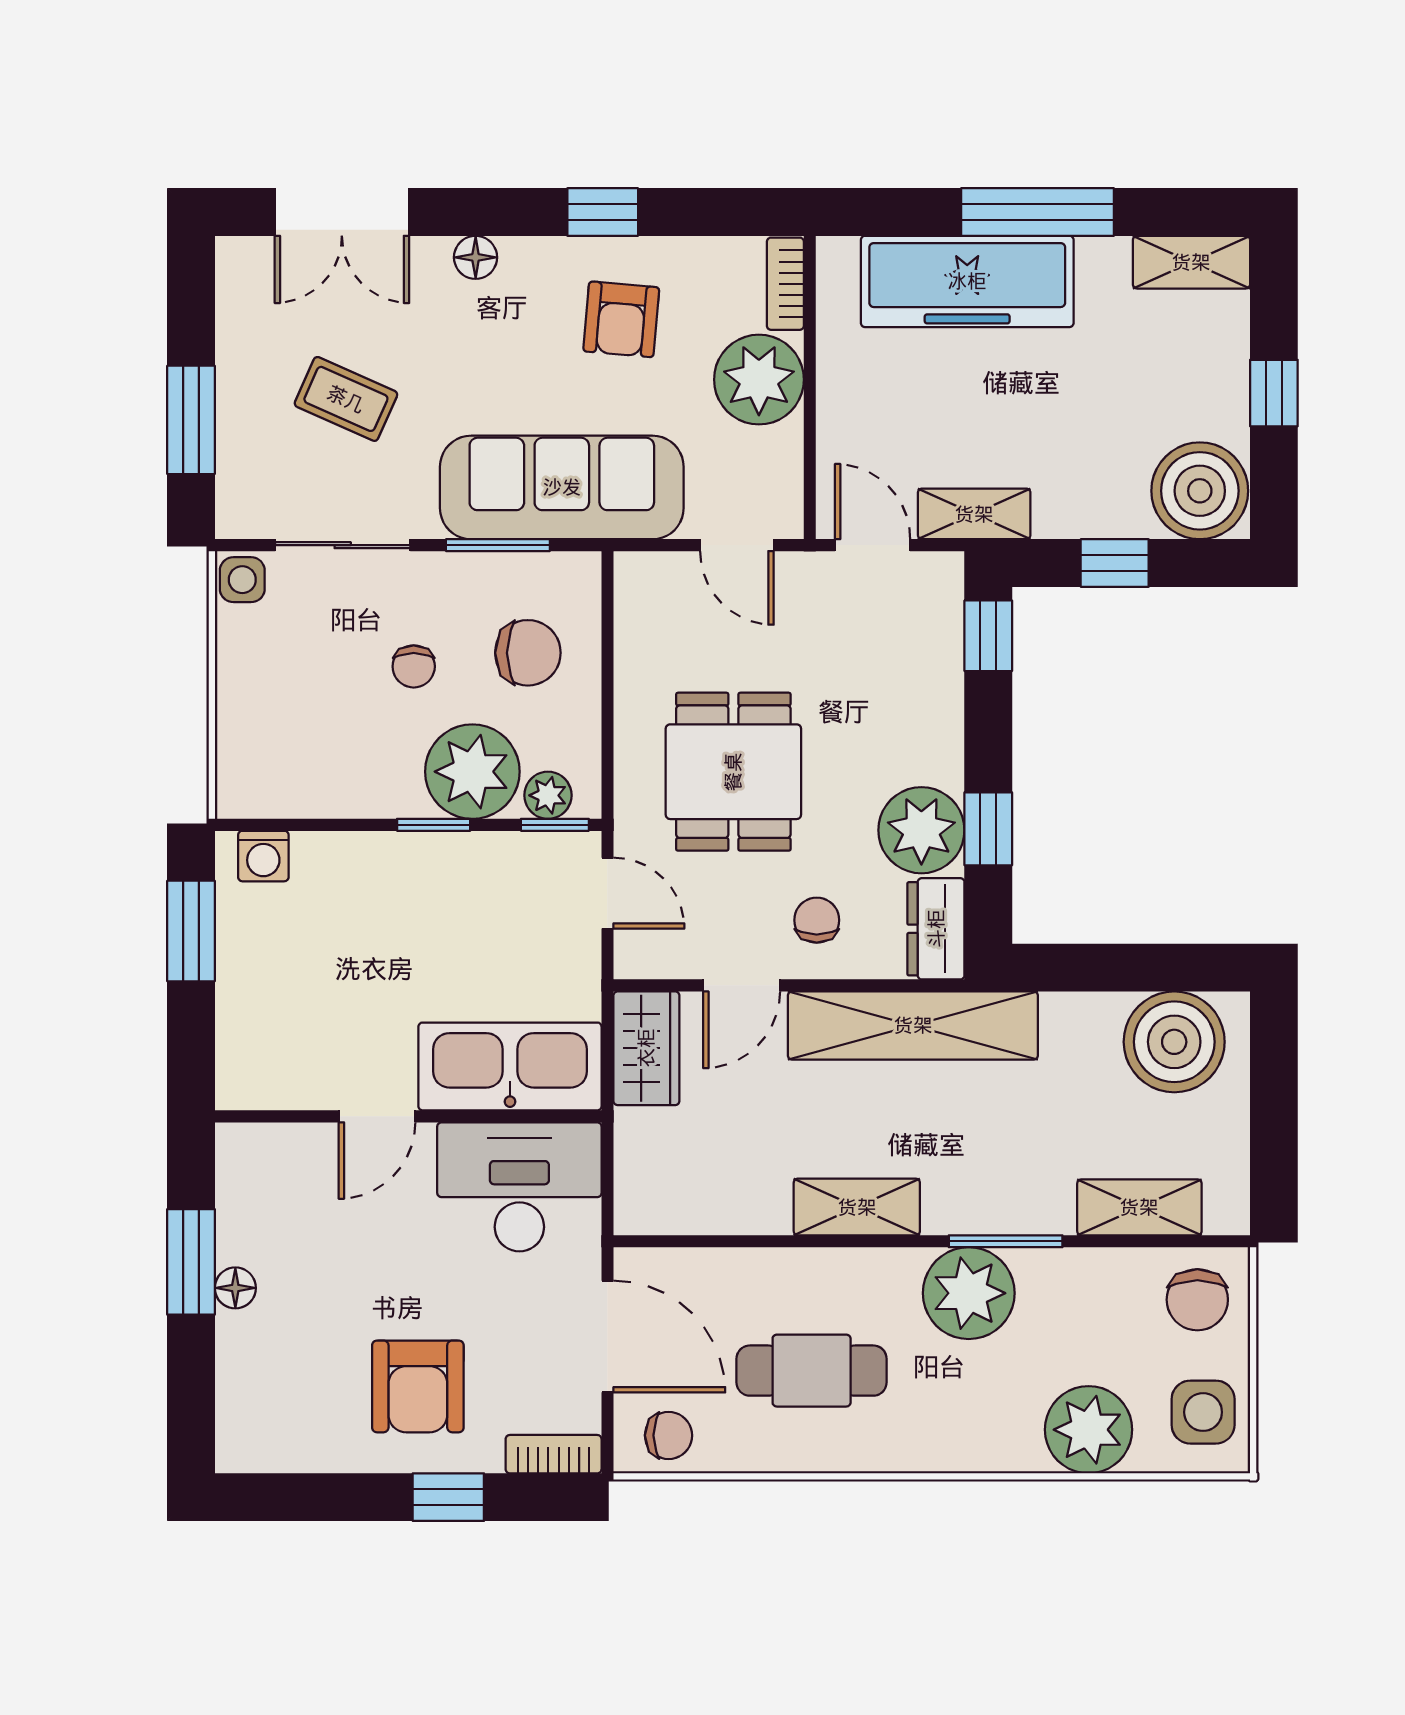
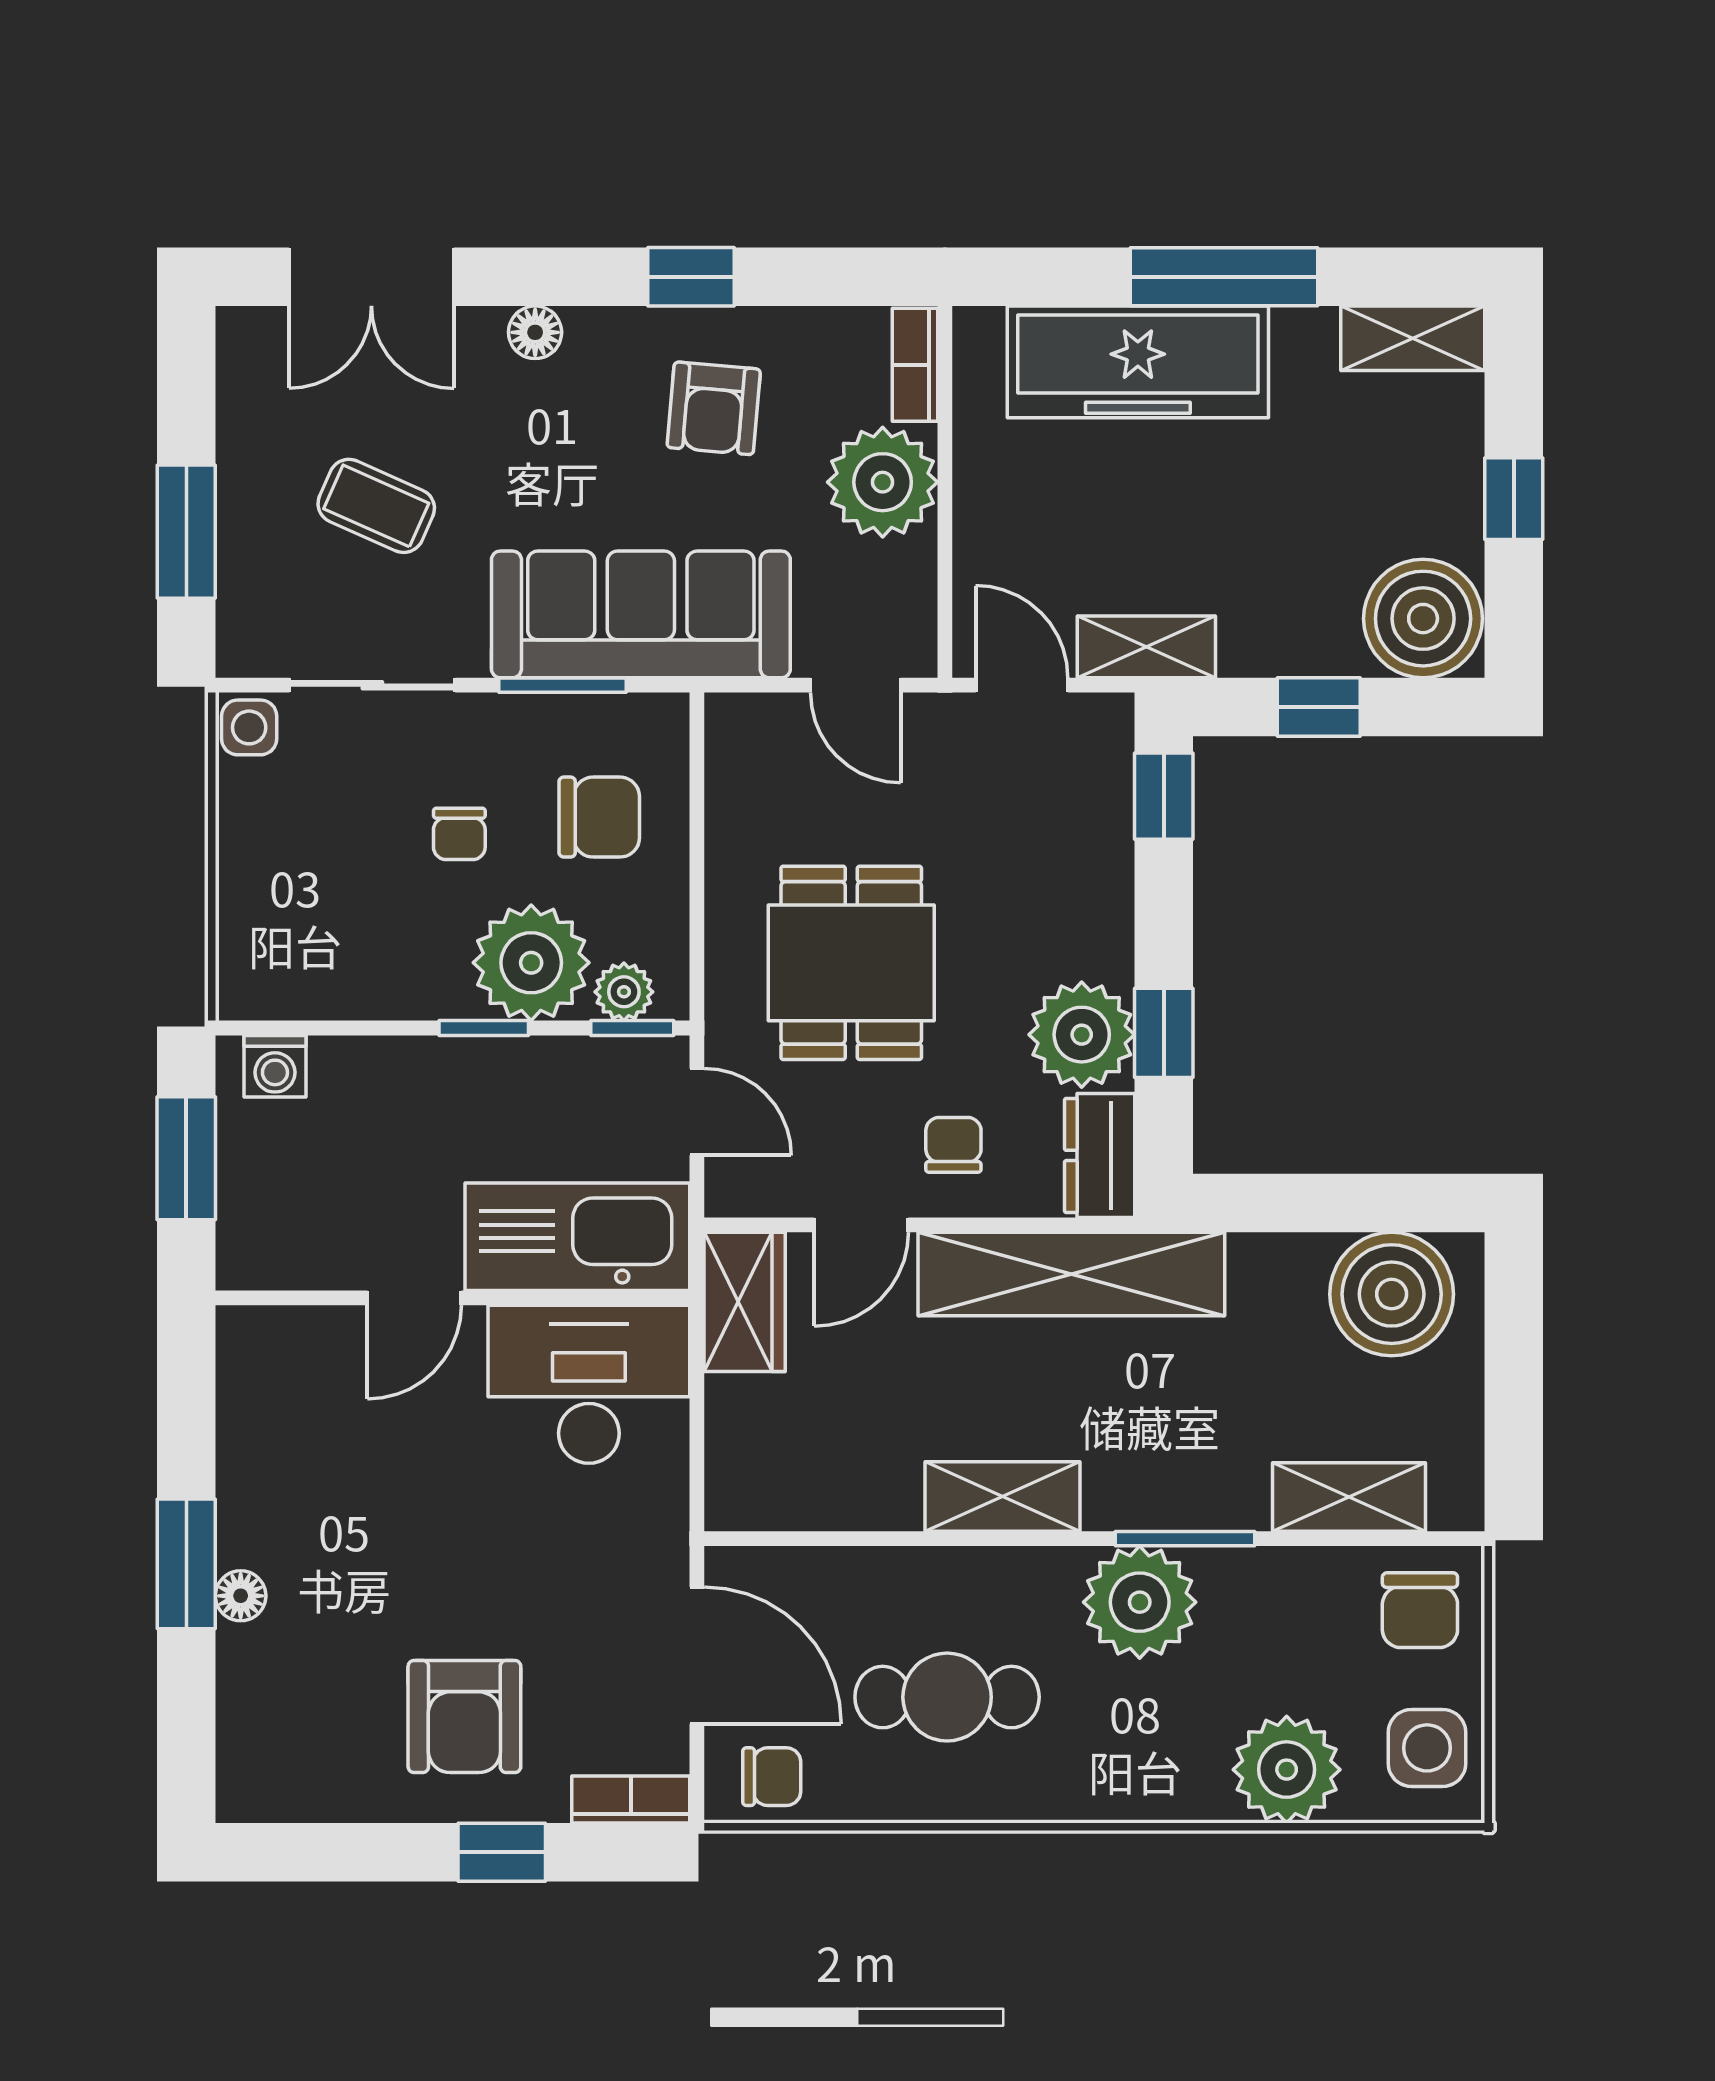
kitchen sink: (510, 1066) -> (577, 1237), moved
door: (377, 1116) -> (414, 1298), moved
wall: (408, 1116) -> (453, 1298), moved
desk: (519, 1187) -> (589, 1384), moved

